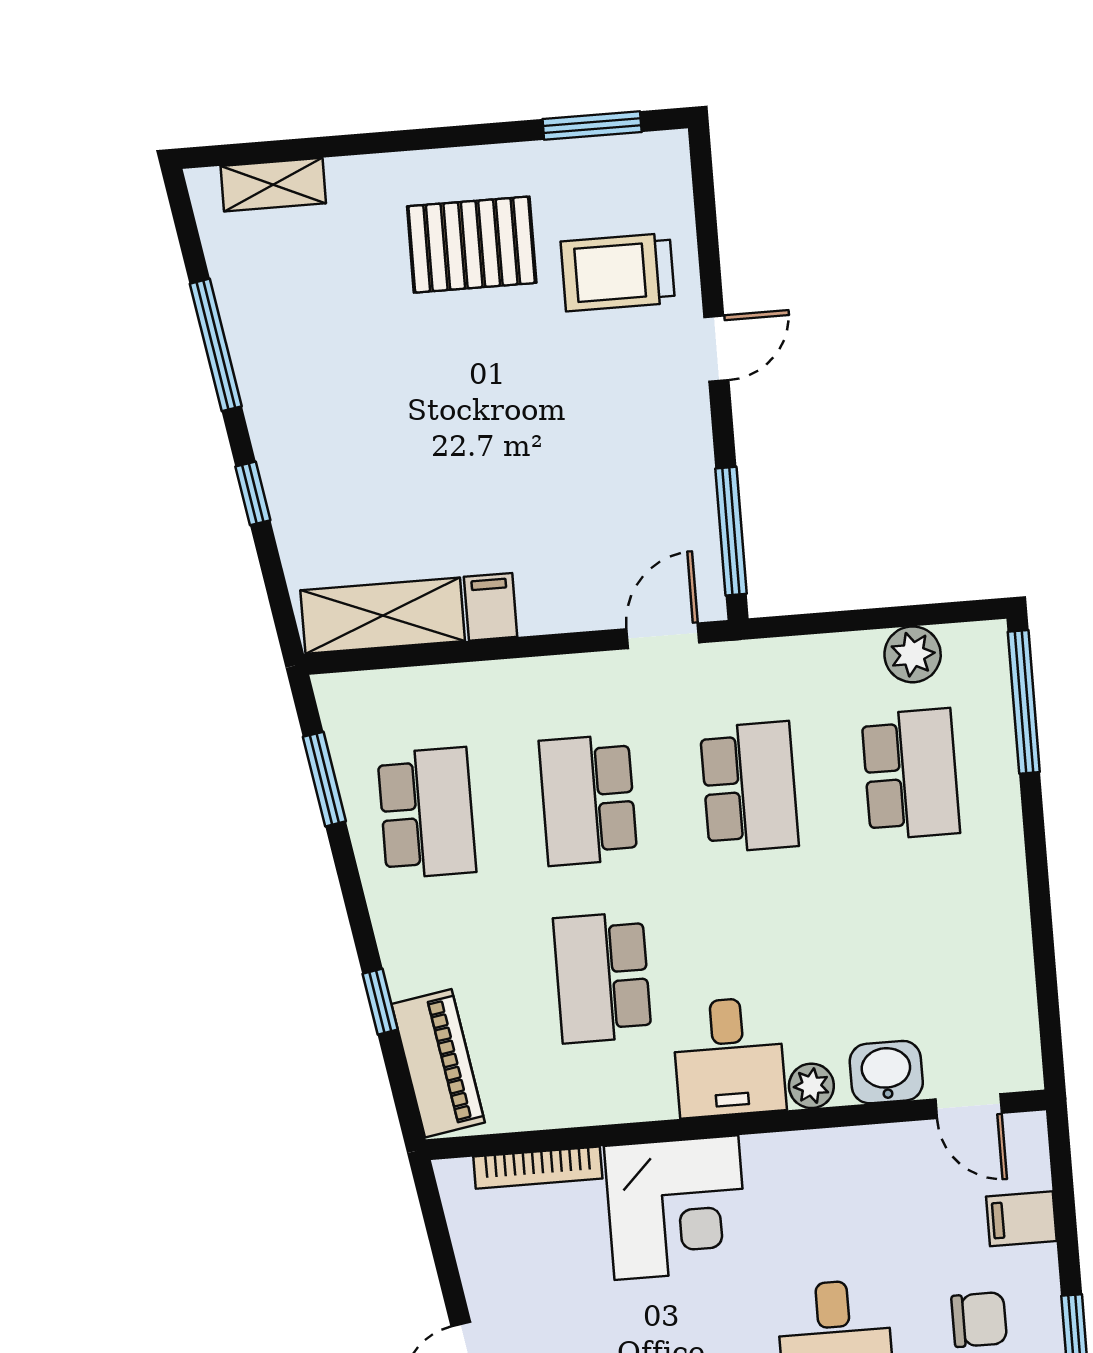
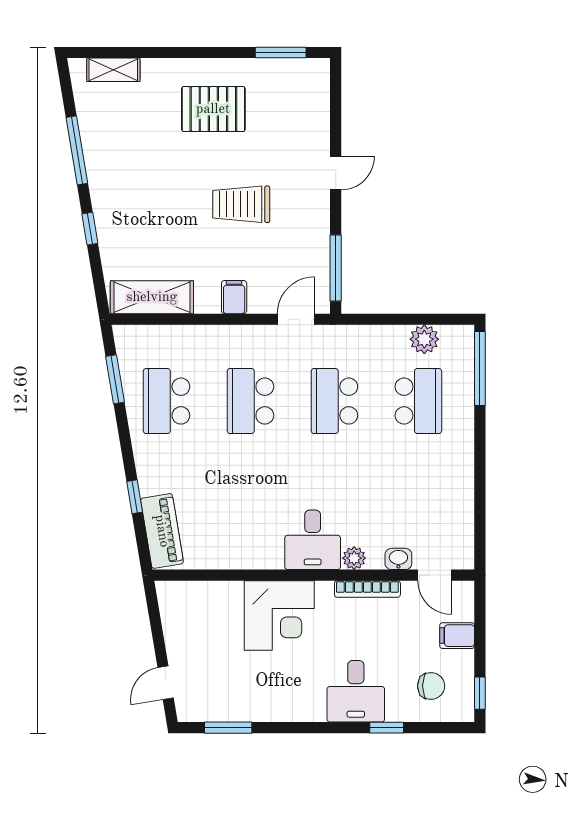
trolley: (618, 272) -> (241, 204), moved
filing cabinet: (491, 607) -> (234, 297), moved
school desk: (749, 787) -> (334, 401), turned 180
school desk: (427, 813) -> (167, 401), turned 180
school desk: (602, 977) -> (250, 493), removed
washbasin: (886, 1072) -> (398, 559), width x0.72, depth x0.69
bookcase: (538, 1168) -> (367, 589), moved

